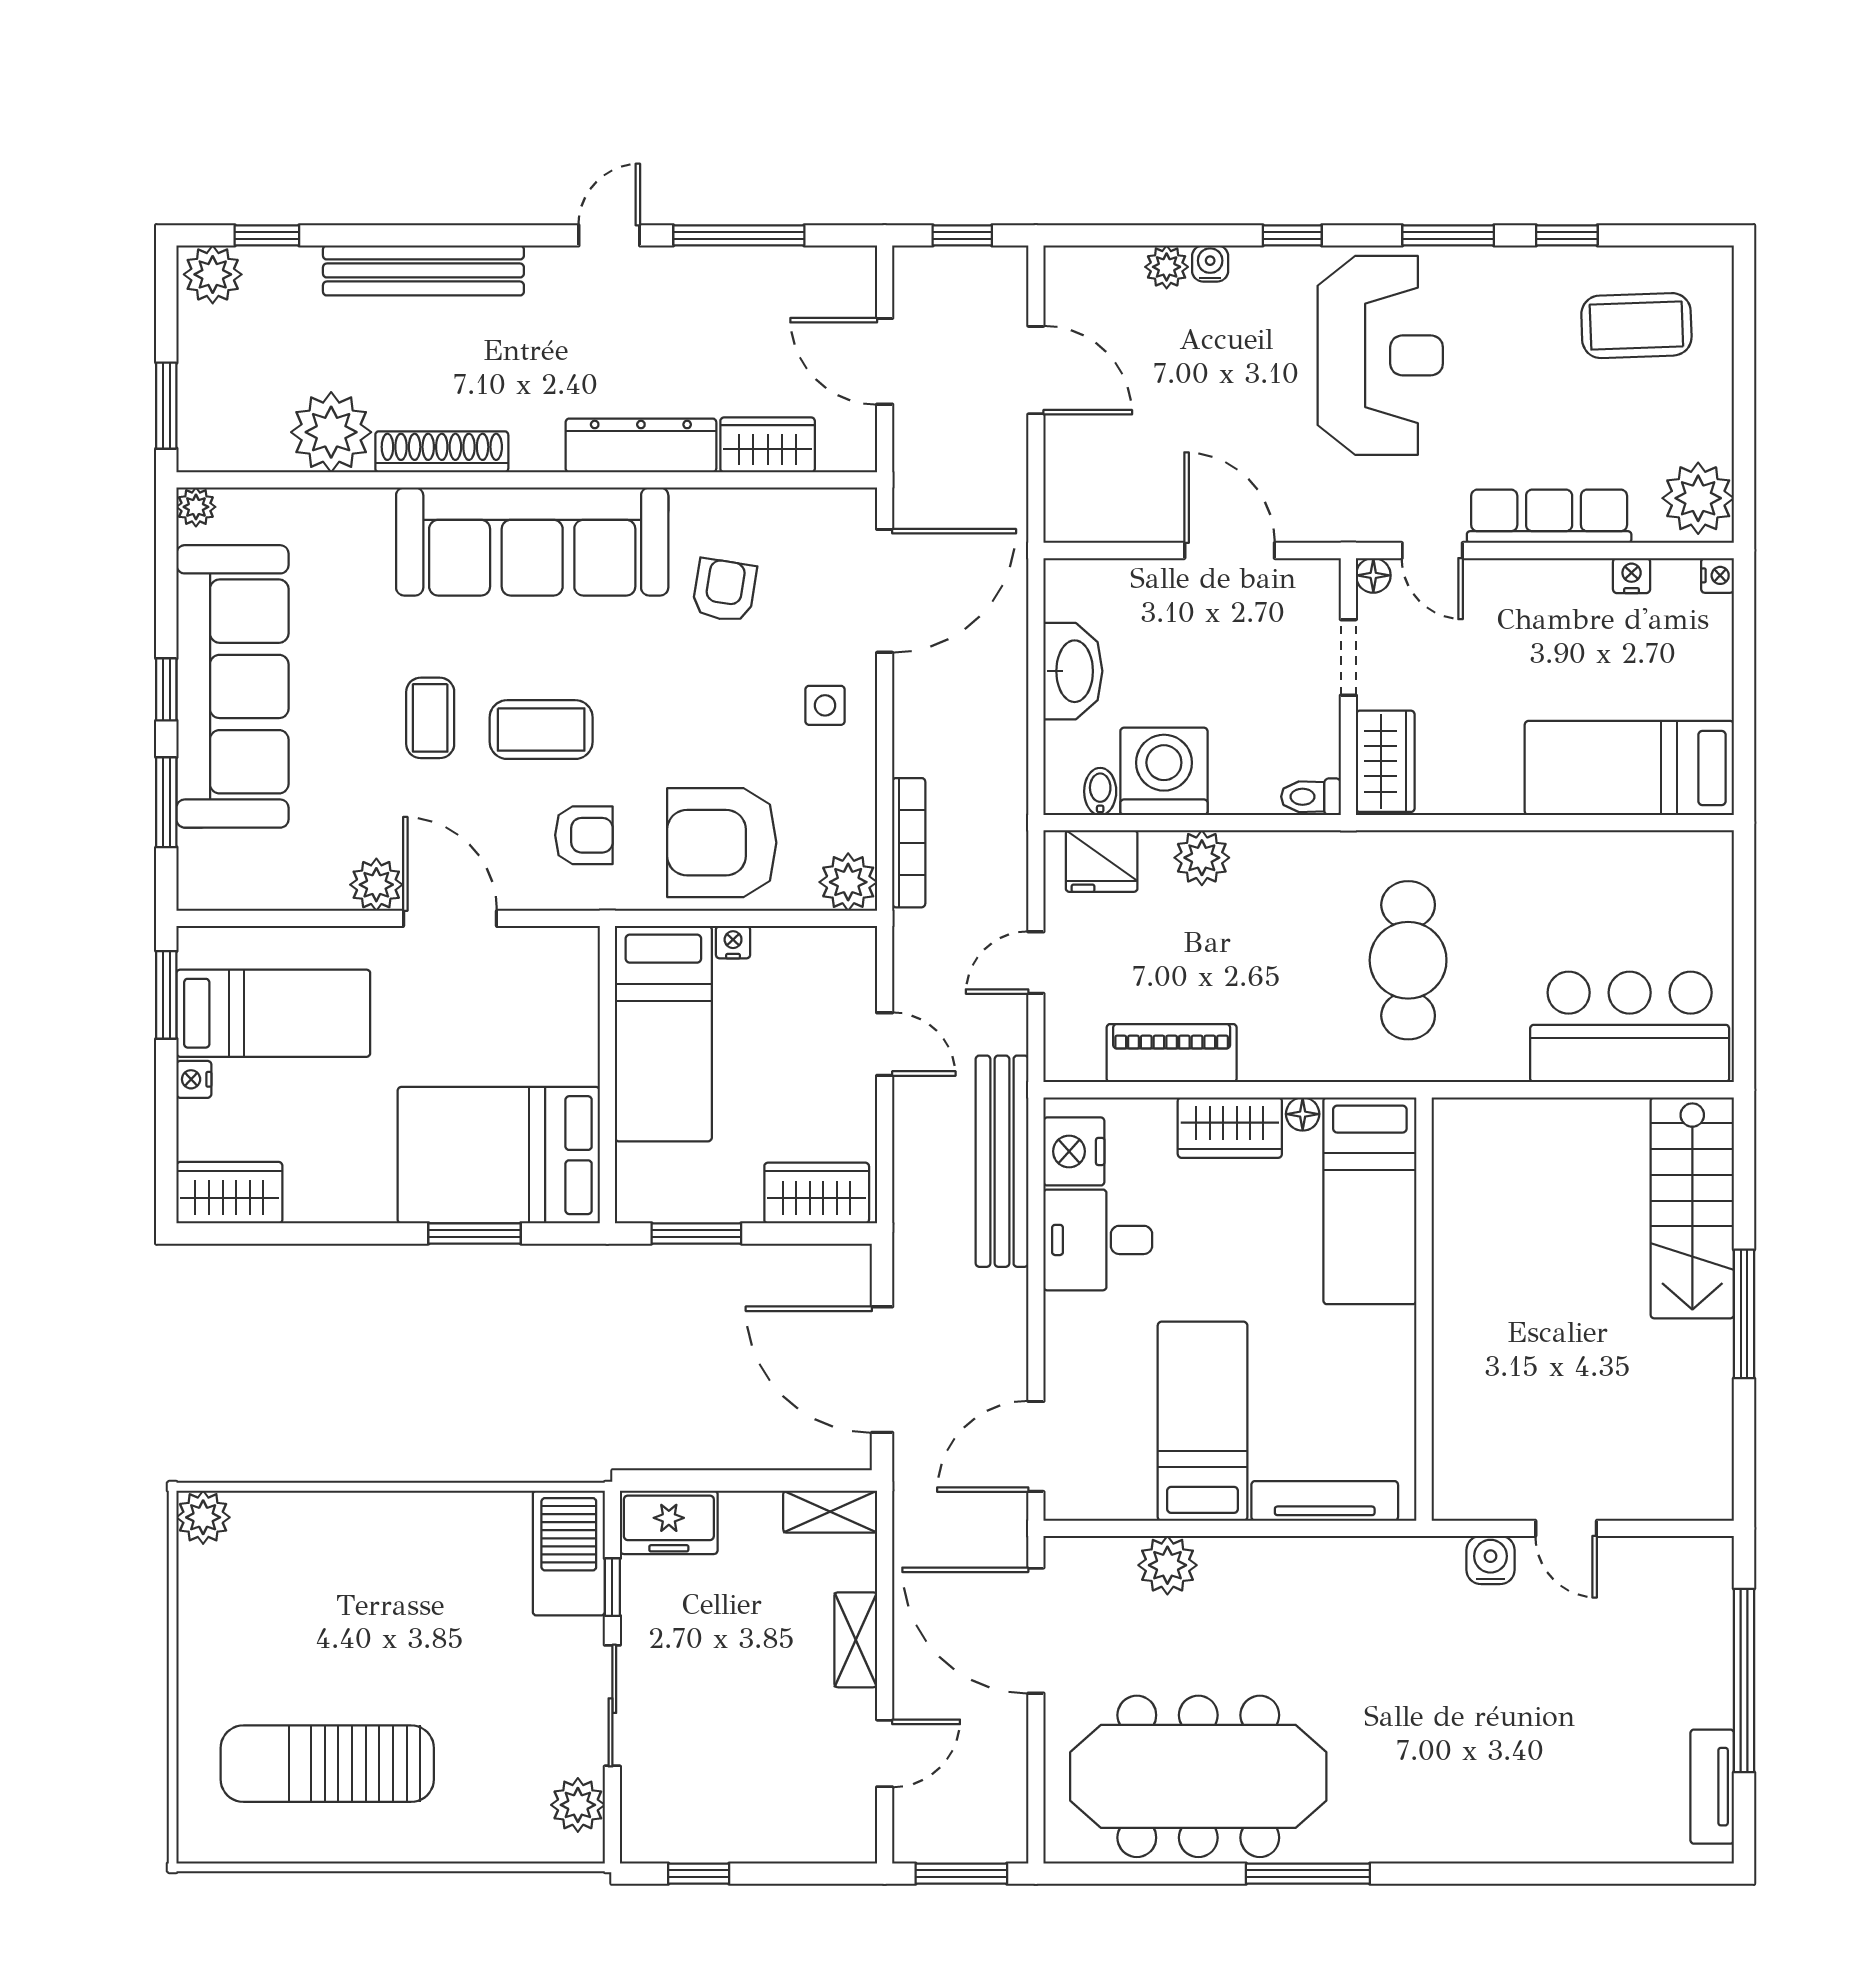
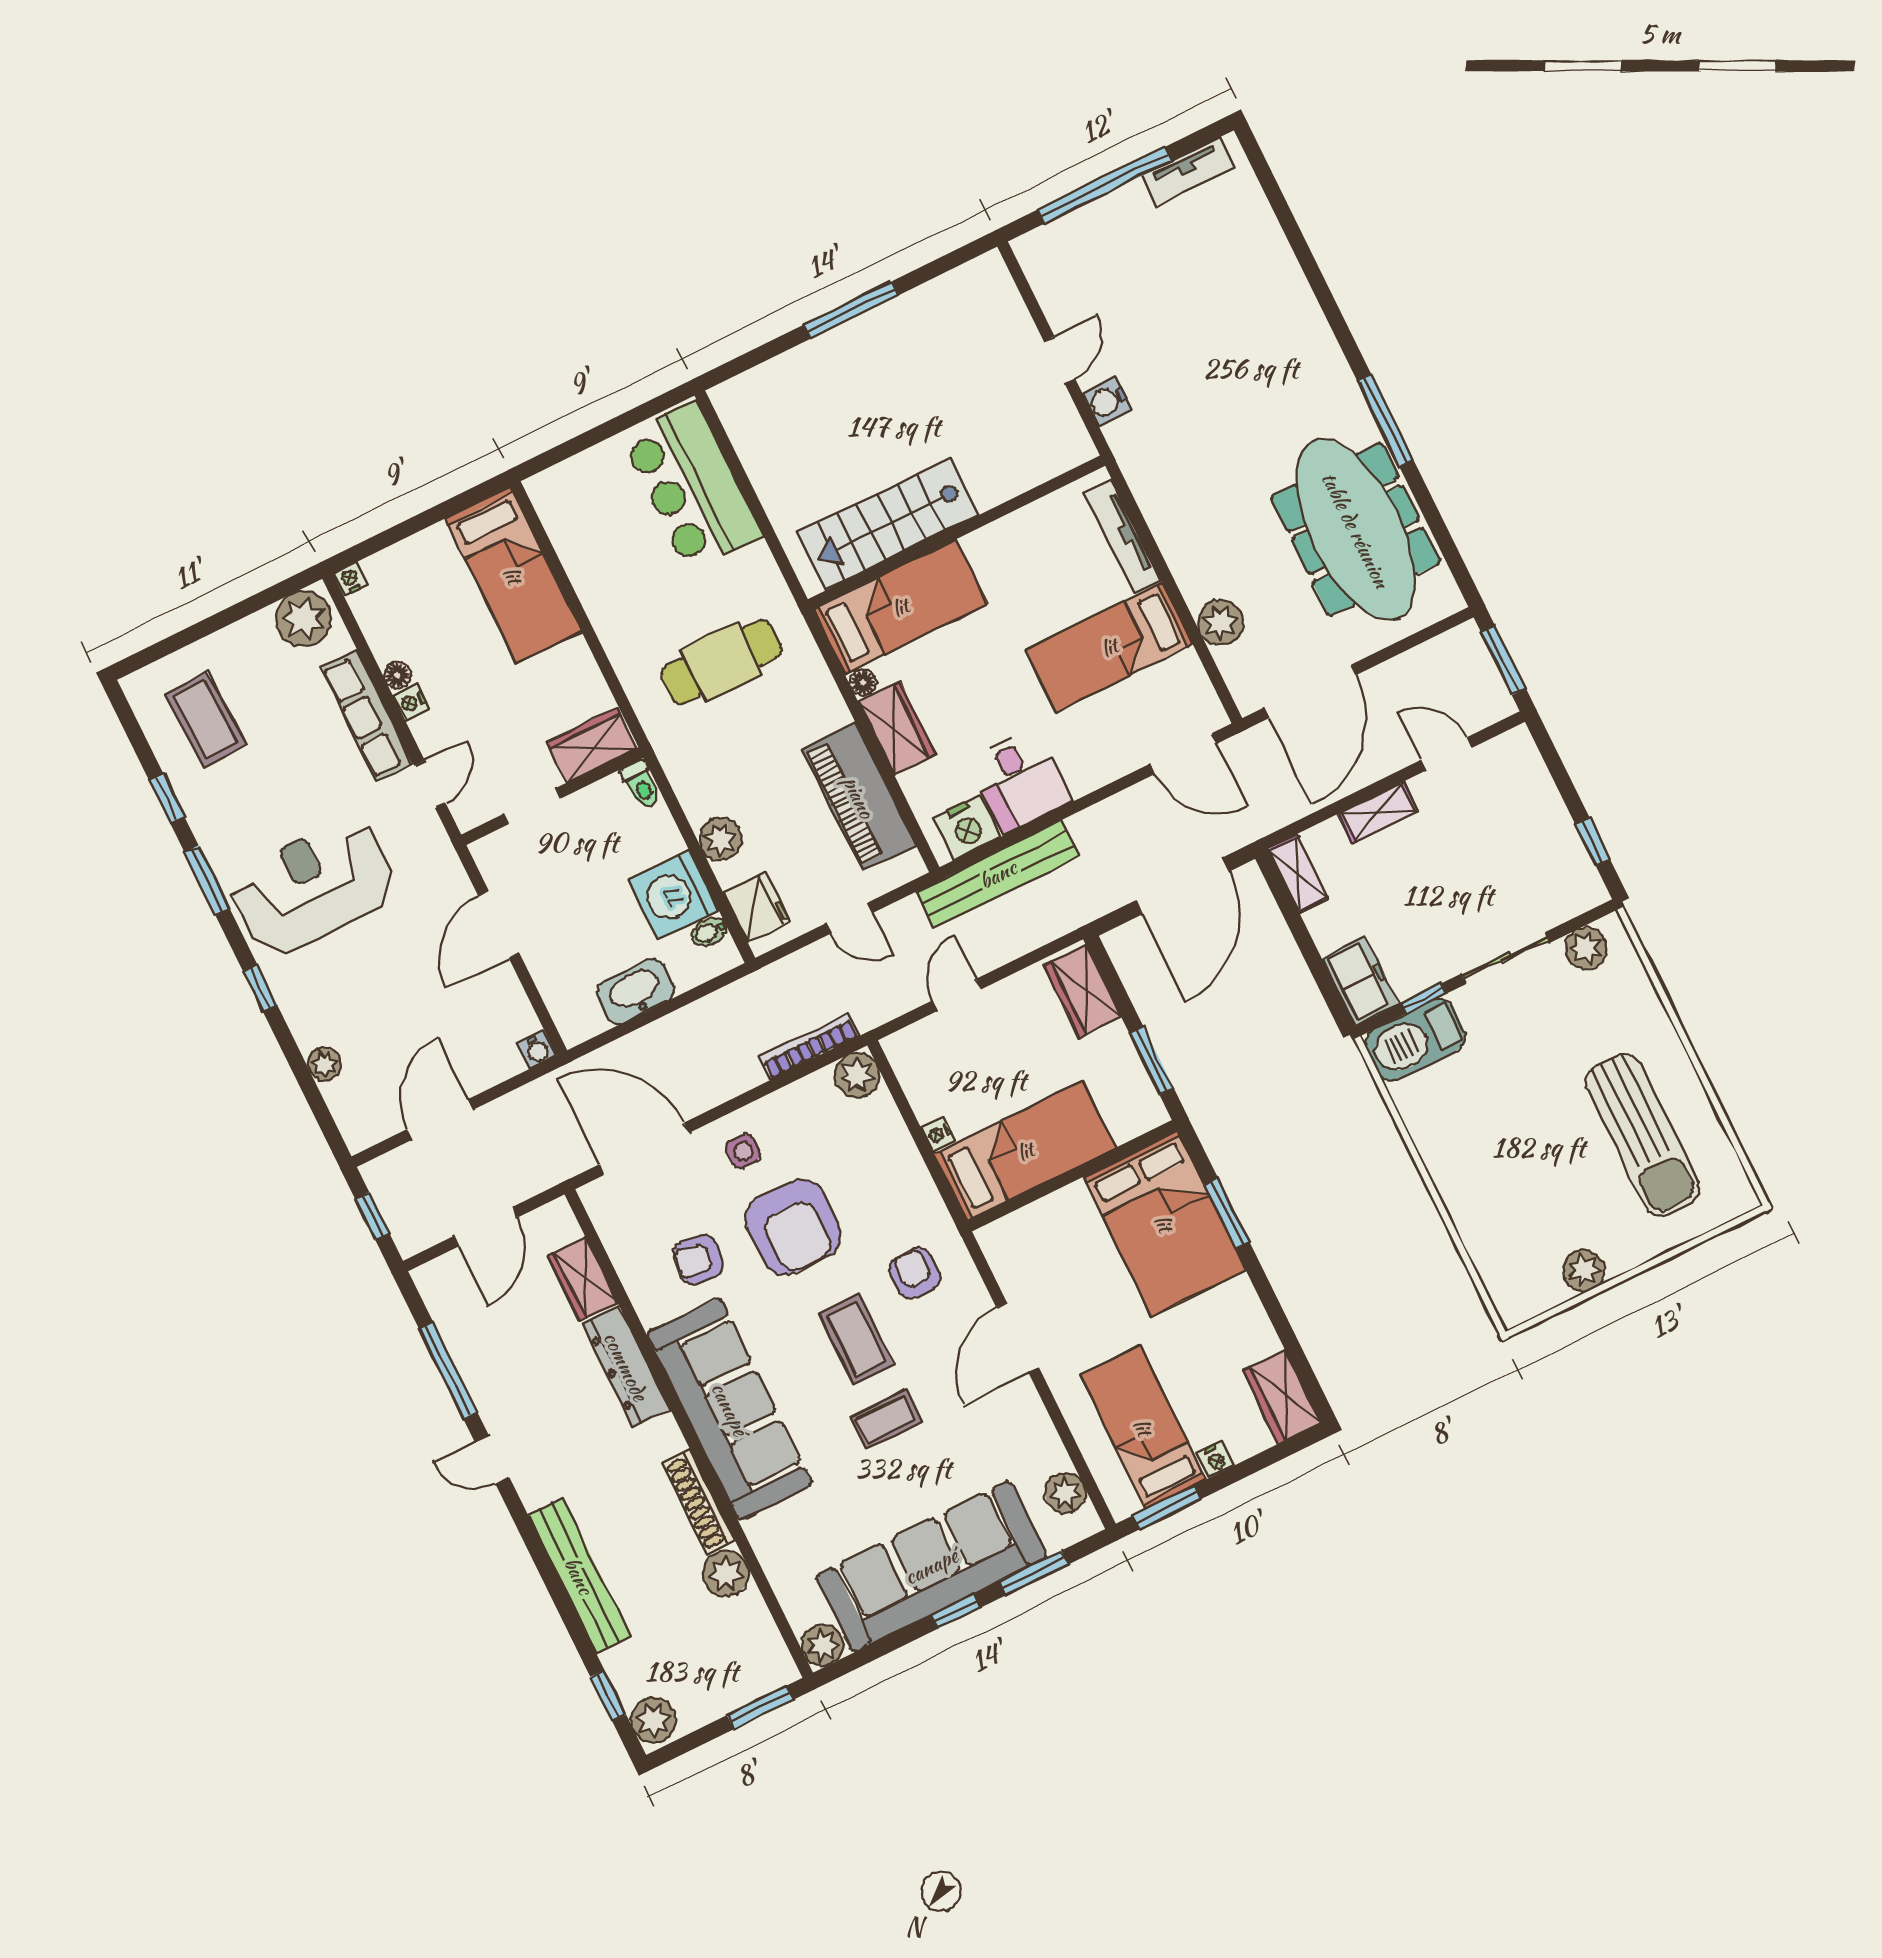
water cooler: (1210, 263) -> (537, 1050), moved, turned -90
plant: (331, 432) -> (726, 1574), width x0.73, depth x0.73
plant: (196, 507) -> (822, 1645), width x1.38, depth x1.38
floor lamp: (1373, 575) -> (398, 675), moved
nightstand: (1632, 576) -> (411, 703), moved
armchair: (722, 843) -> (793, 1227), moved
plant: (376, 885) -> (1065, 1493), moved
piano: (1172, 1053) -> (859, 797), width x1.37, depth x1.33
stairs: (1692, 1208) -> (888, 524), moved, turned 180
plant: (203, 1517) -> (1584, 1271), moved

